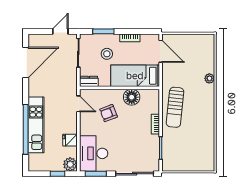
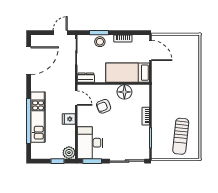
stool: (107, 54) -> (100, 42), moved
plant: (209, 78) -> (195, 75), removed
sun lounger: (175, 107) -> (181, 136), moved
fridge: (70, 140) -> (69, 119), moved

